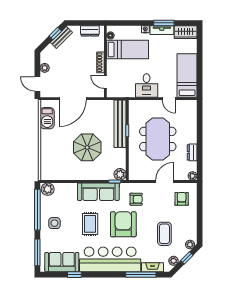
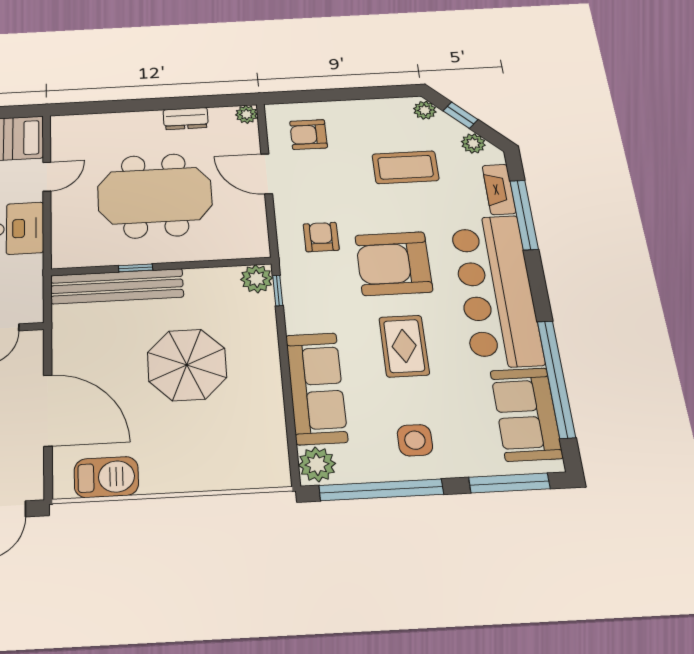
sofa: (98, 192) -> (316, 388), moved
rug: (90, 224) -> (404, 346), turned 90
window: (74, 275) -> (556, 379), width x3.17

